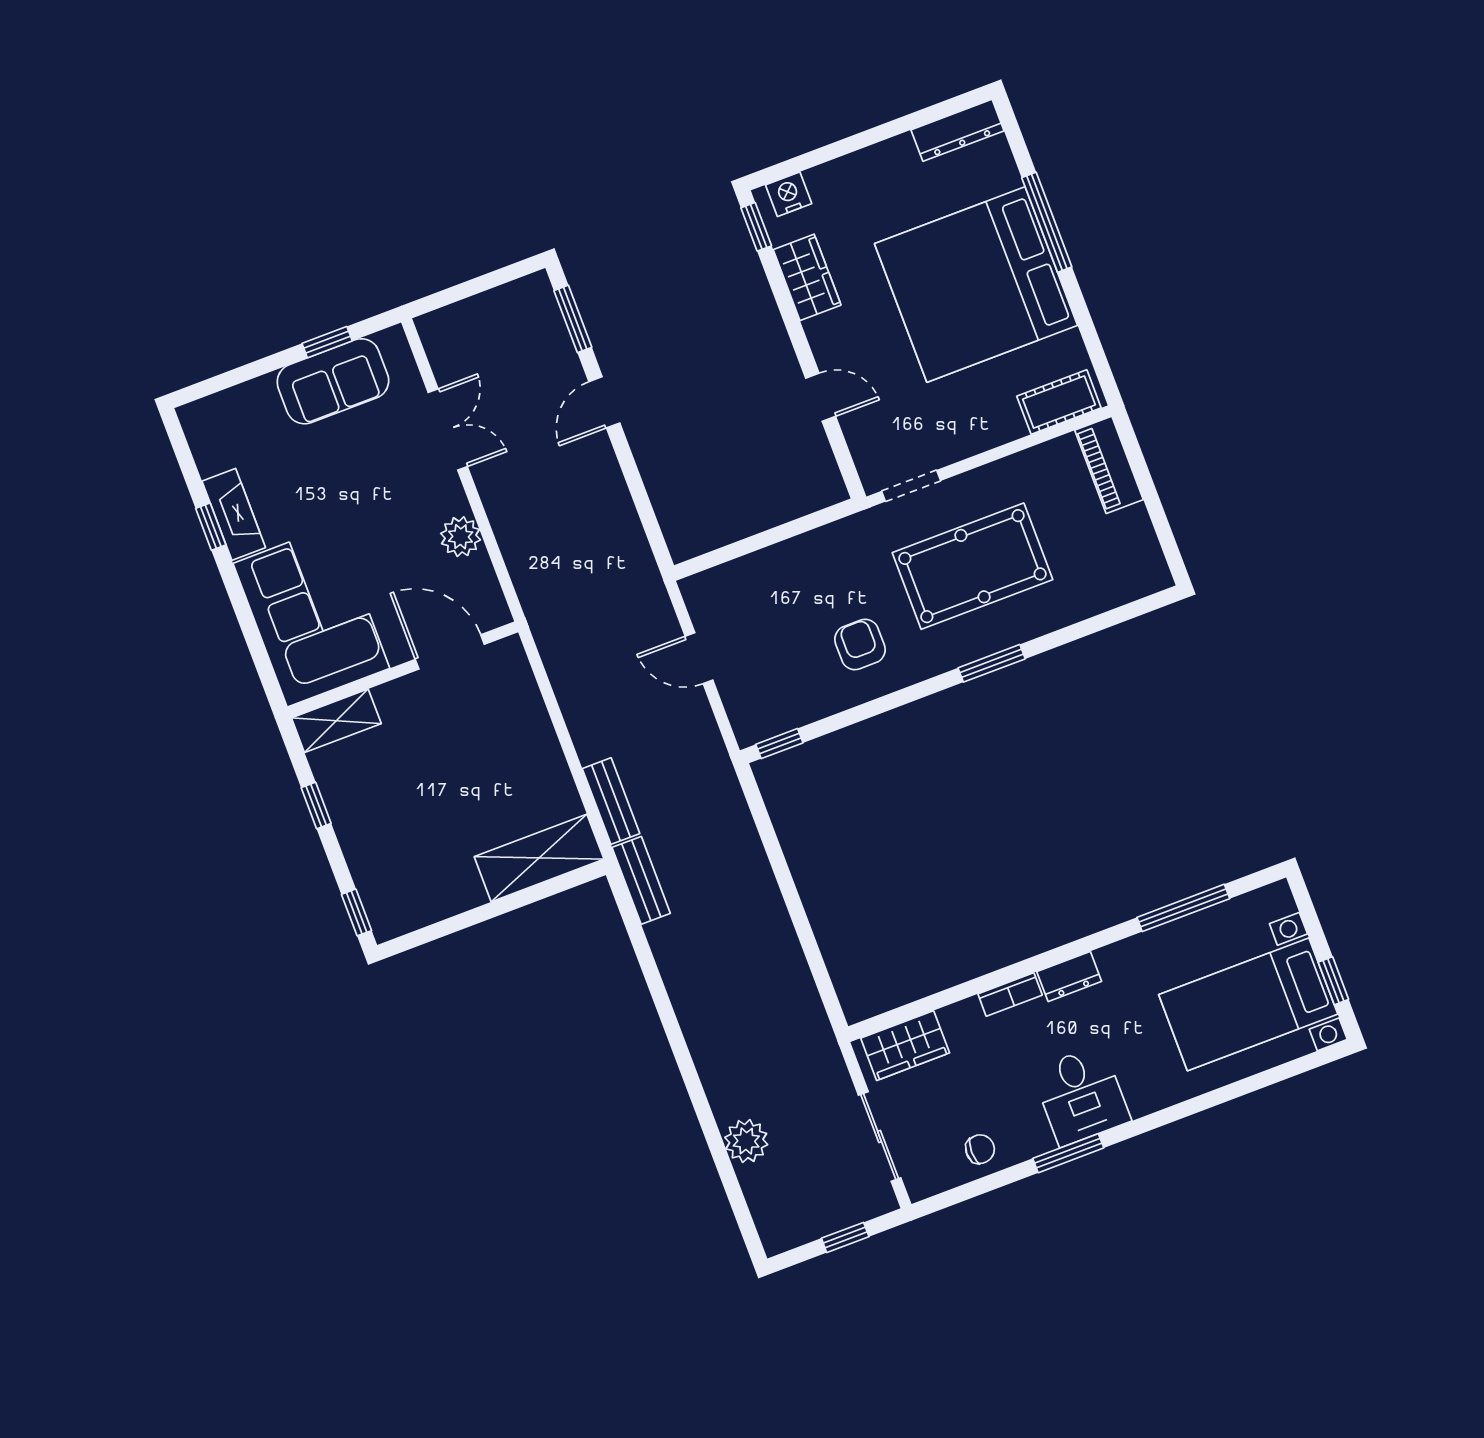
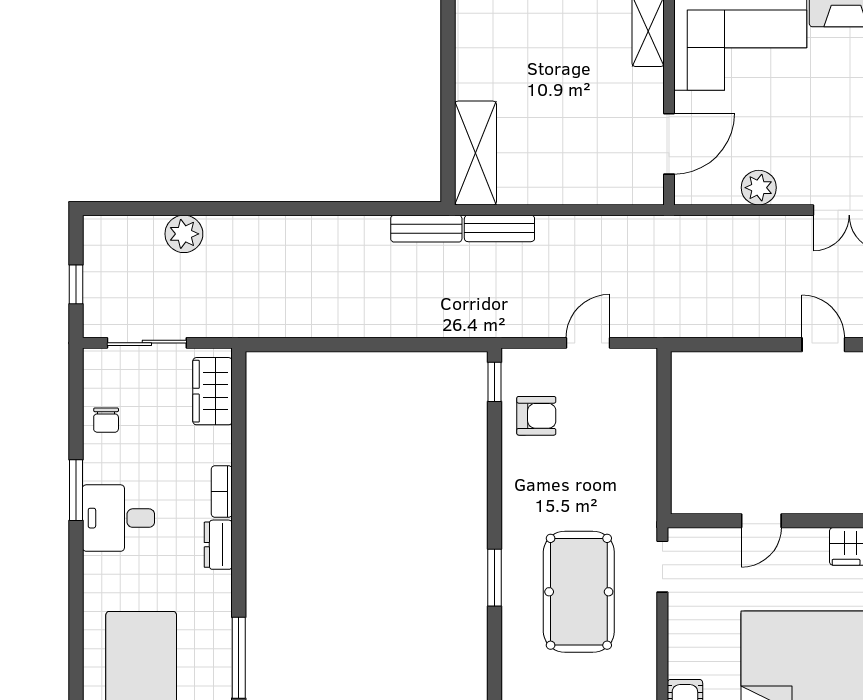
armchair: (860, 645) -> (536, 416), moved

